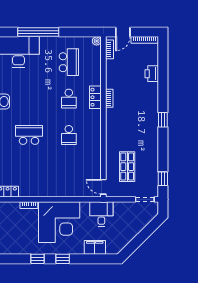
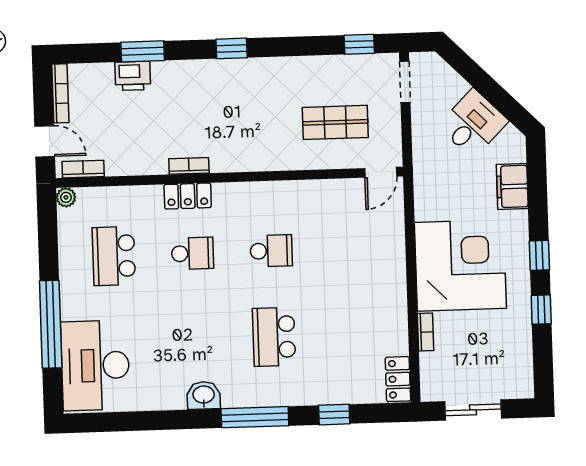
school desk: (69, 62) -> (114, 256), turned -90
window: (163, 79) -> (143, 51), added
desk: (101, 214) -> (473, 124), moved, turned 135

